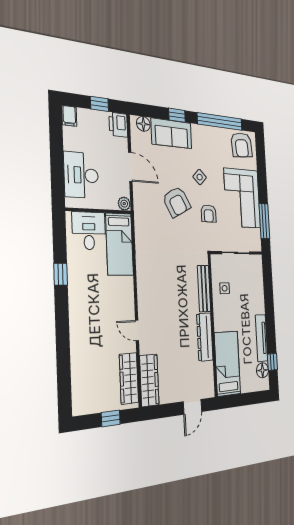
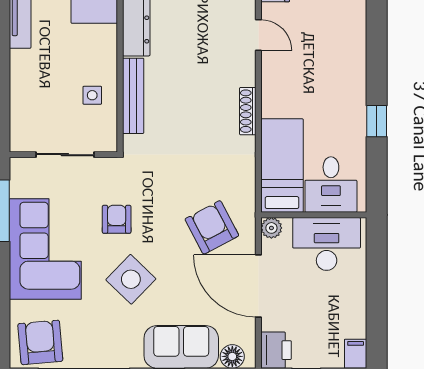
door: (130, 167) -> (258, 286), width x1.36
desk: (81, 175) -> (327, 244), moved, turned -90
side table: (200, 177) -> (131, 279), width x1.87, depth x1.87
armchair: (177, 202) -> (212, 227), moved
shoe rack: (141, 280) -> (248, 111), added

